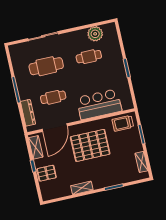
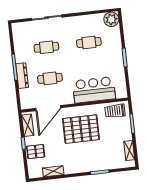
plant: (95, 34) -> (111, 19), moved
cafe table: (46, 66) -> (46, 47), width x0.73, depth x0.74
dresser: (28, 113) -> (22, 76), moved
shelving: (82, 188) -> (53, 171), moved

